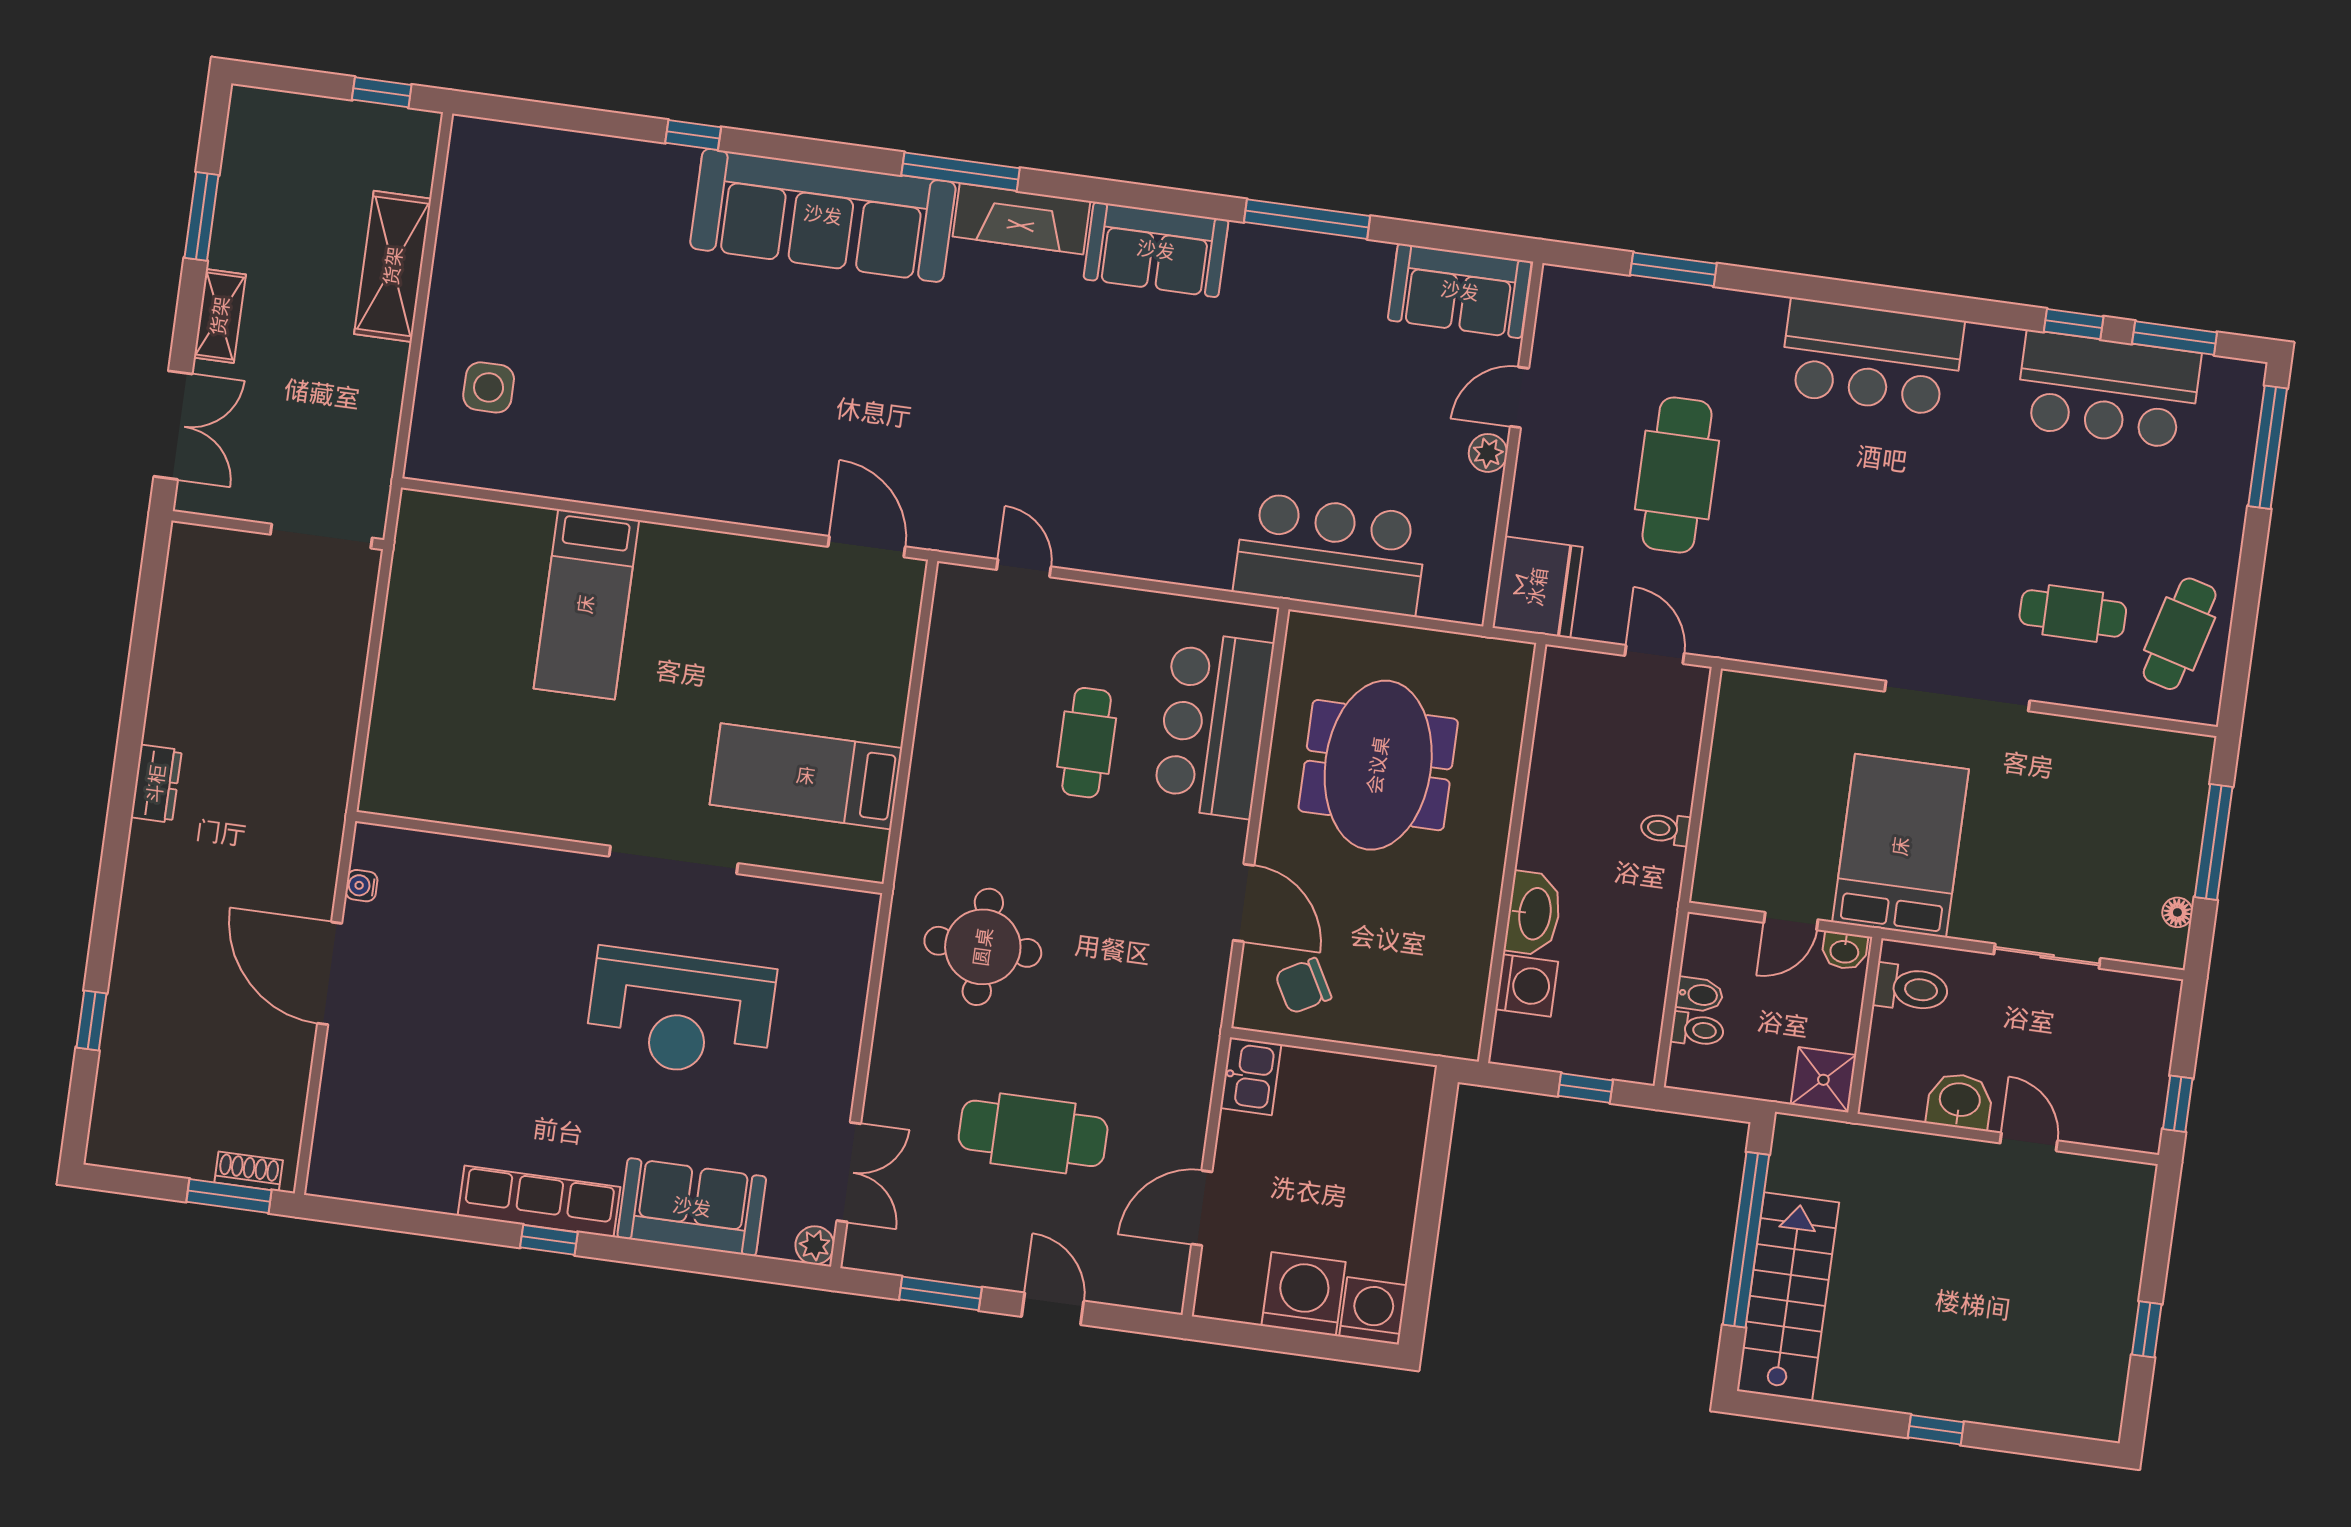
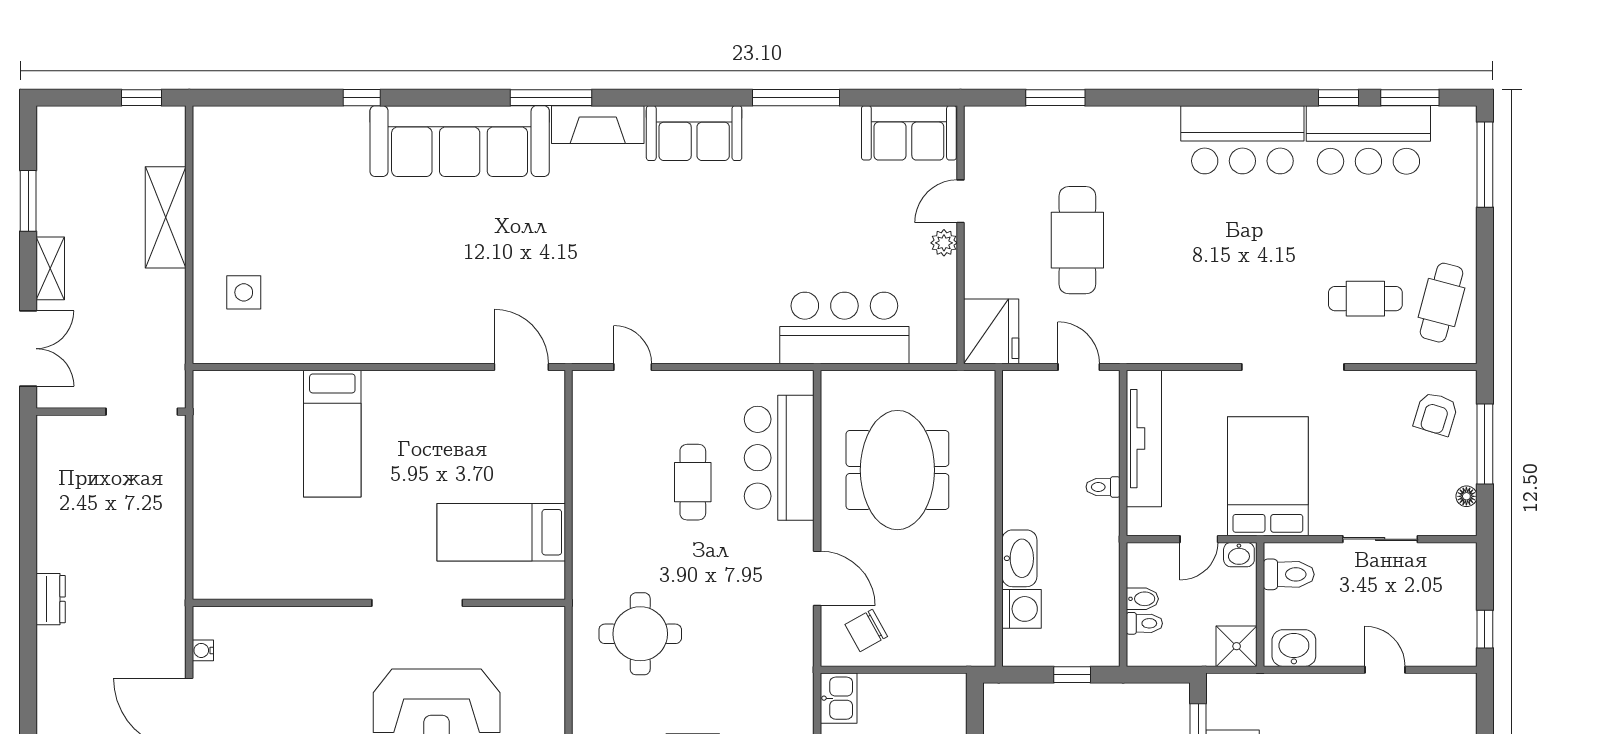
bar counter: (1872, 357) -> (1242, 140), moved
tv unit: (1733, 768) -> (1144, 439), added
armchair: (2150, 790) -> (1436, 414), added
washbasin: (1960, 1101) -> (1294, 648), moved

